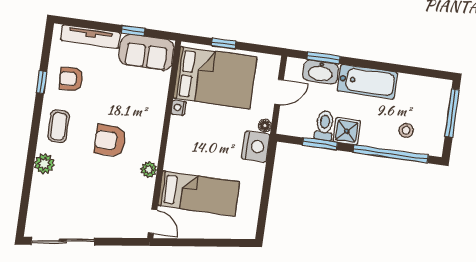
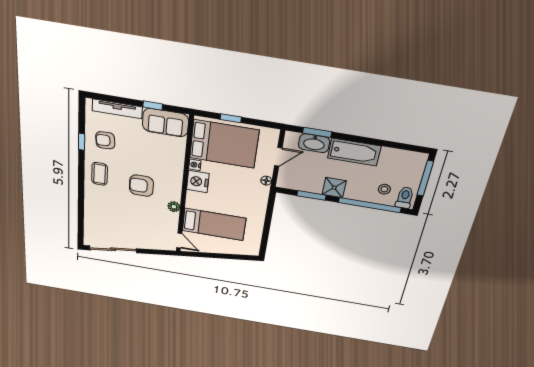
toilet: (324, 126) -> (405, 198), moved
nightstand: (256, 146) -> (198, 181), moved, turned 180
plant: (44, 164) -> (92, 199), removed

